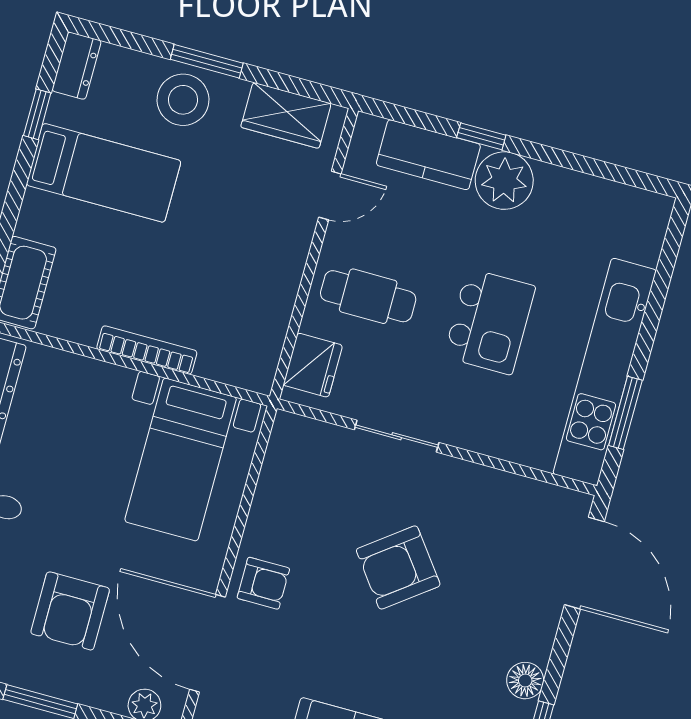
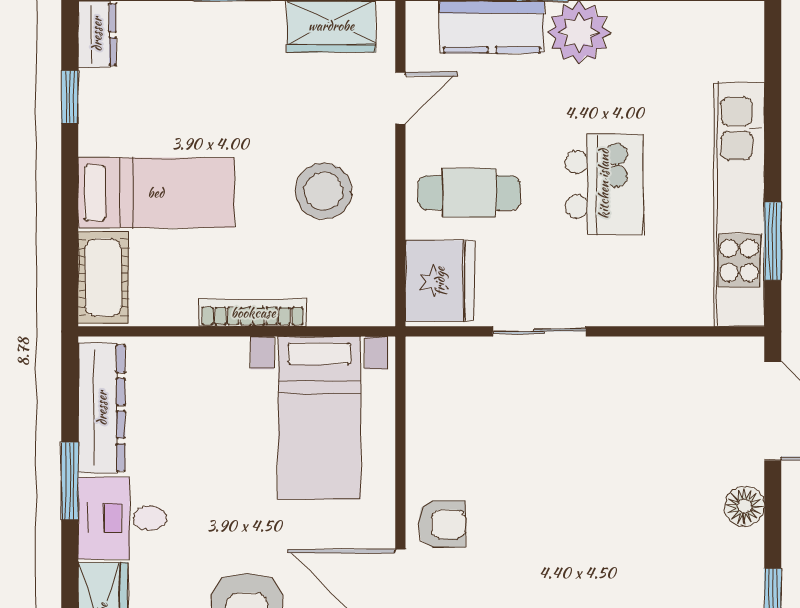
stool: (183, 100) -> (324, 191), moved
bed: (104, 173) -> (156, 193), moved
fridge: (313, 365) -> (440, 281), width x1.36, depth x1.34
armchair: (398, 567) -> (579, 469), removed
floor lamp: (525, 681) -> (744, 506), moved

